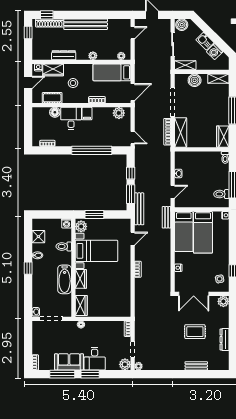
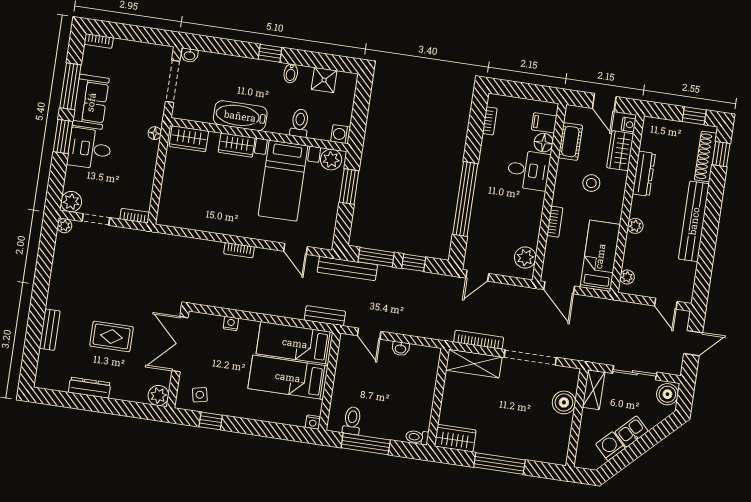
shelving: (218, 79) -> (560, 446), removed
filing cabinet: (87, 114) -> (544, 123), moved
rug: (195, 332) -> (112, 336), turned 90

